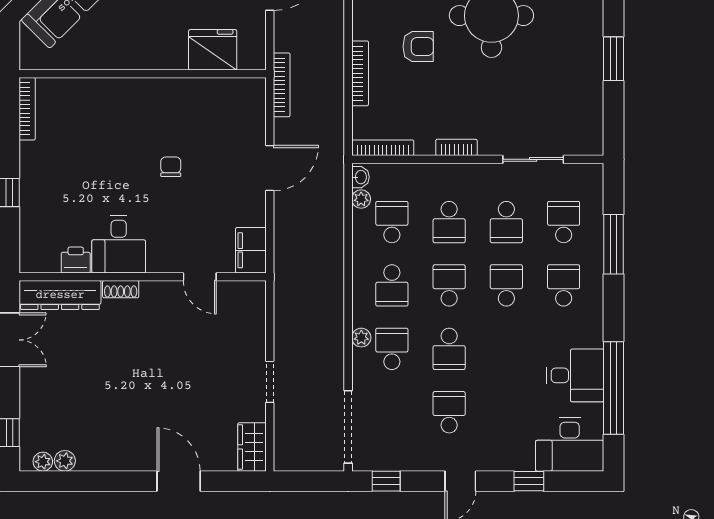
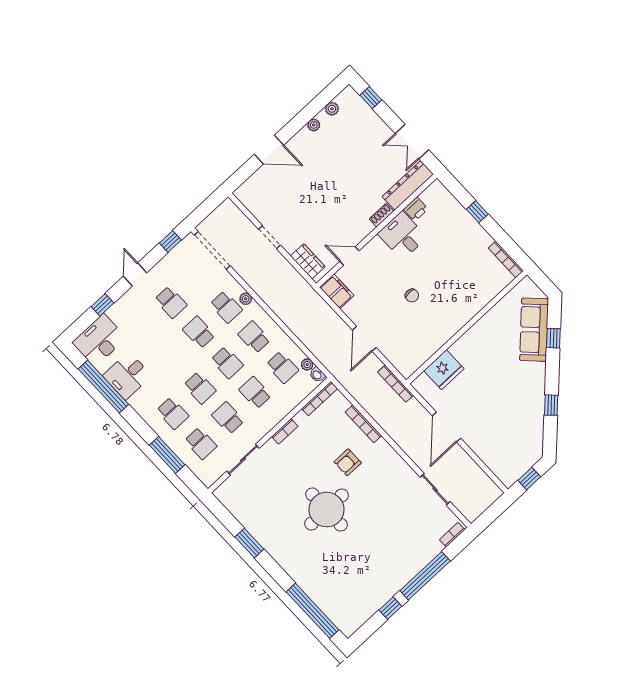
wardrobe: (252, 447) -> (308, 261), moved
plant: (43, 462) -> (314, 125), moved

